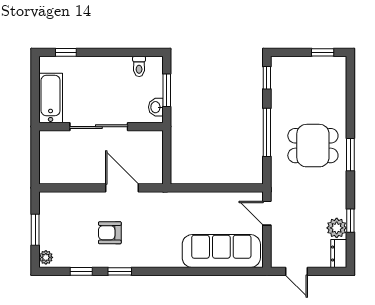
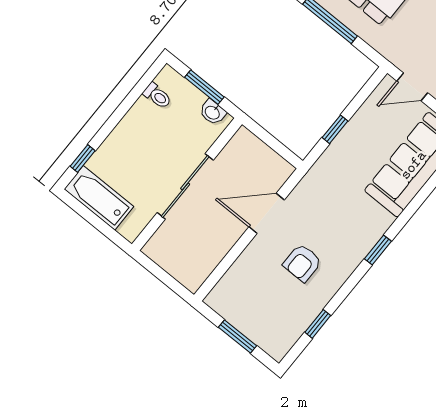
bathtub: (51, 98) -> (99, 198), moved
window: (205, 188) -> (335, 129), added
plant: (46, 257) -> (274, 348), removed
window: (120, 271) -> (378, 250), moved

